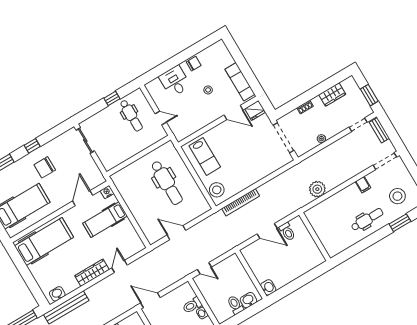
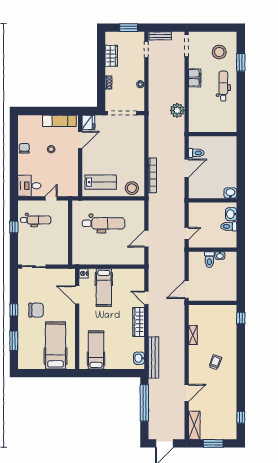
desk: (175, 81) -> (29, 186), moved
chair: (45, 167) -> (36, 310), turned -90
filing cabinet: (363, 185) -> (195, 78), width x2.00
hospital bed: (44, 242) -> (96, 350), width x0.73, depth x0.78

